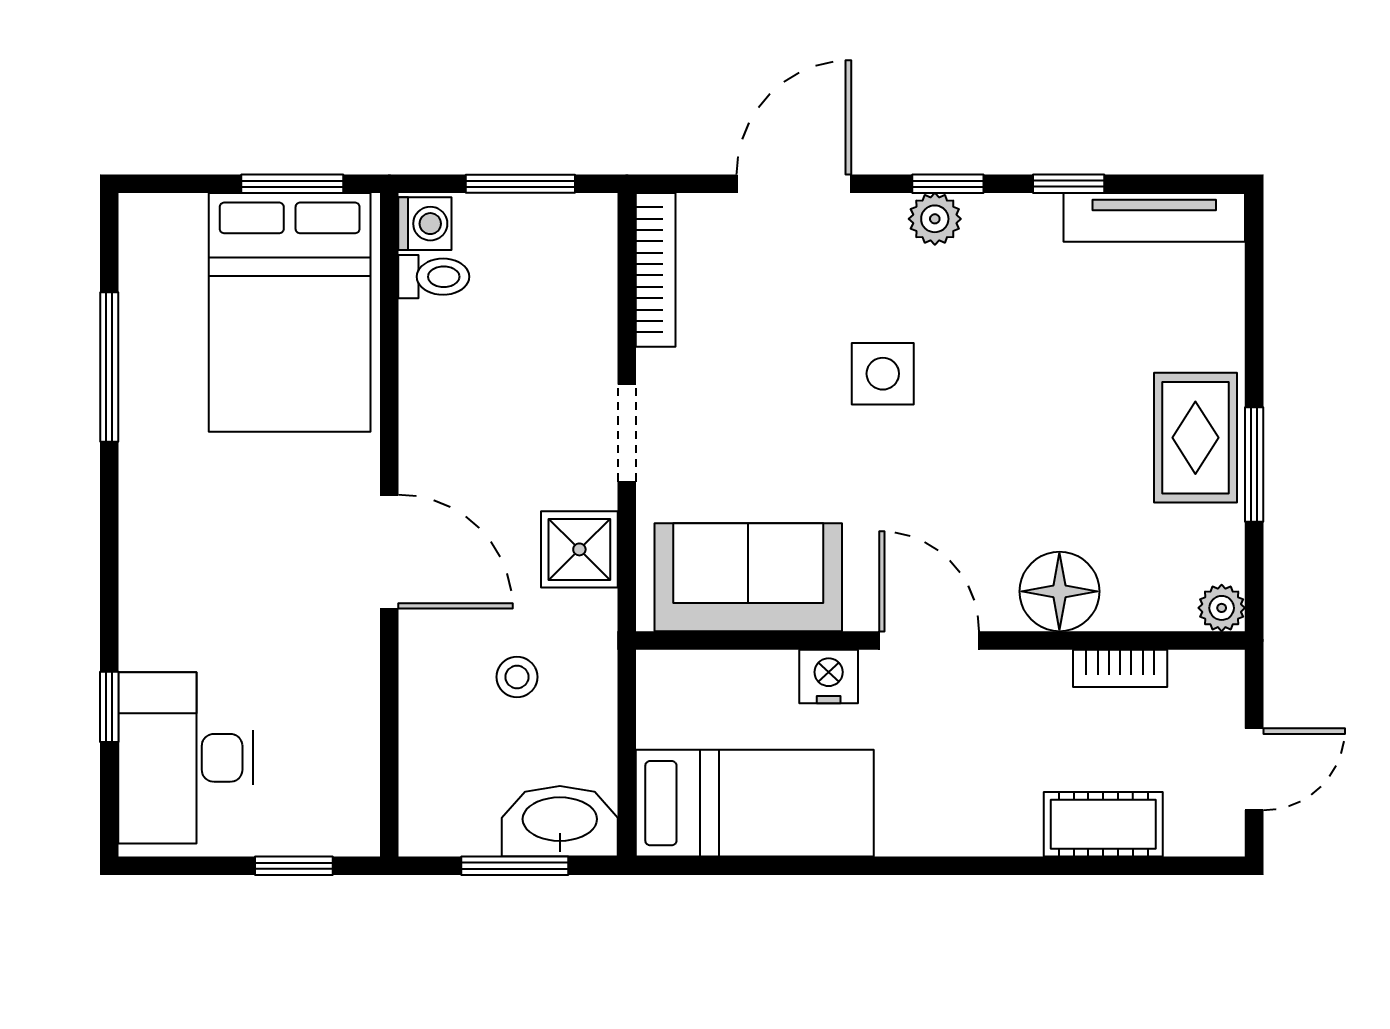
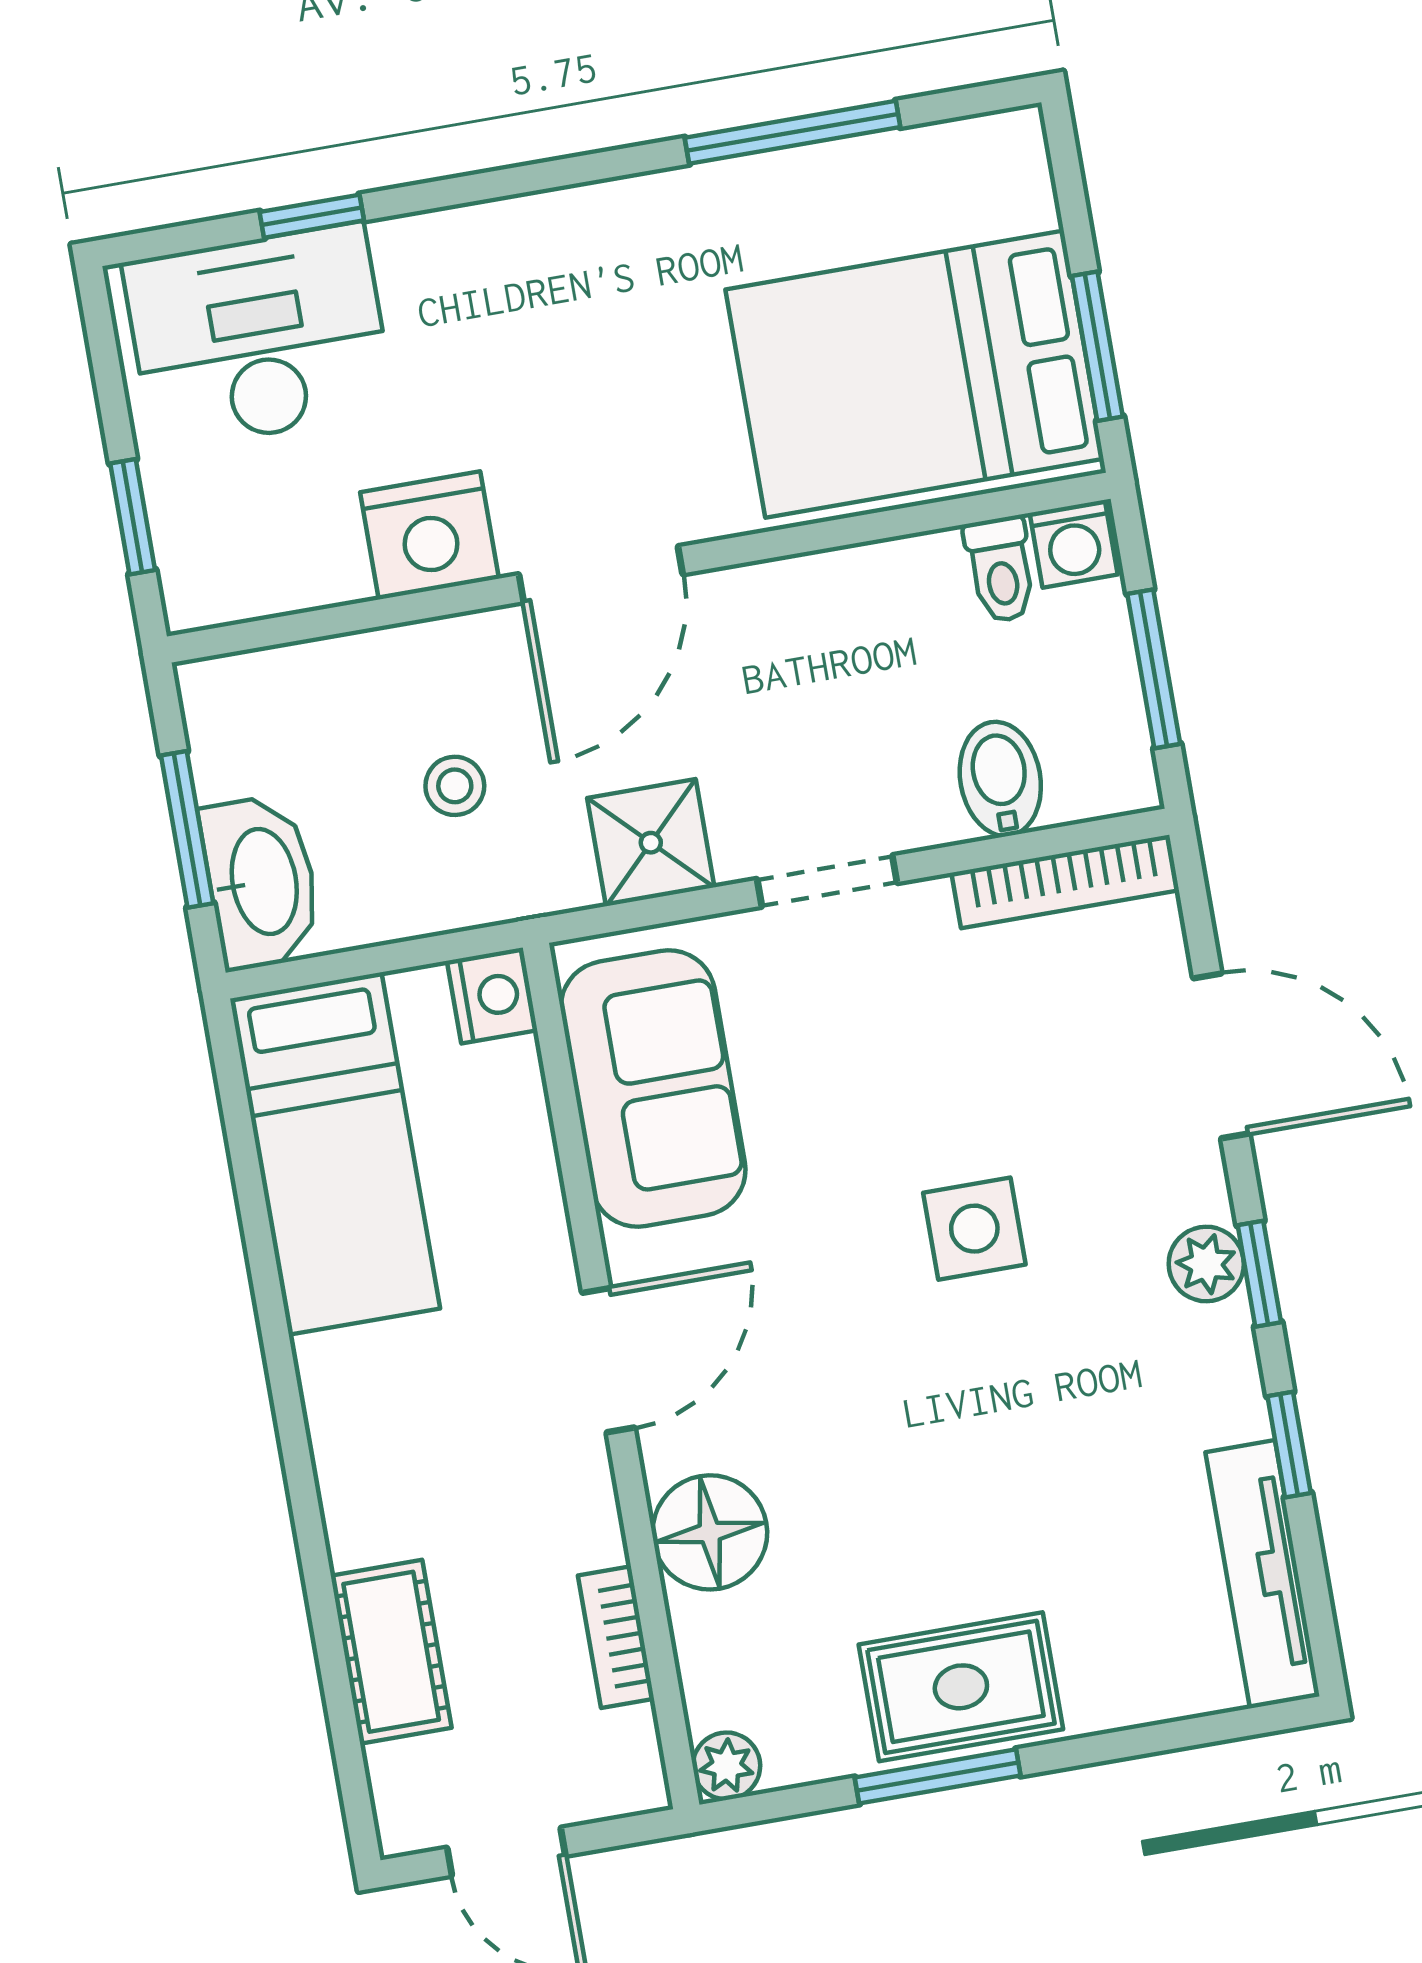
bidet: (578, 302) -> (1000, 779), added
nightstand: (342, 664) -> (429, 535), added
nightstand: (829, 676) -> (492, 996), moved

